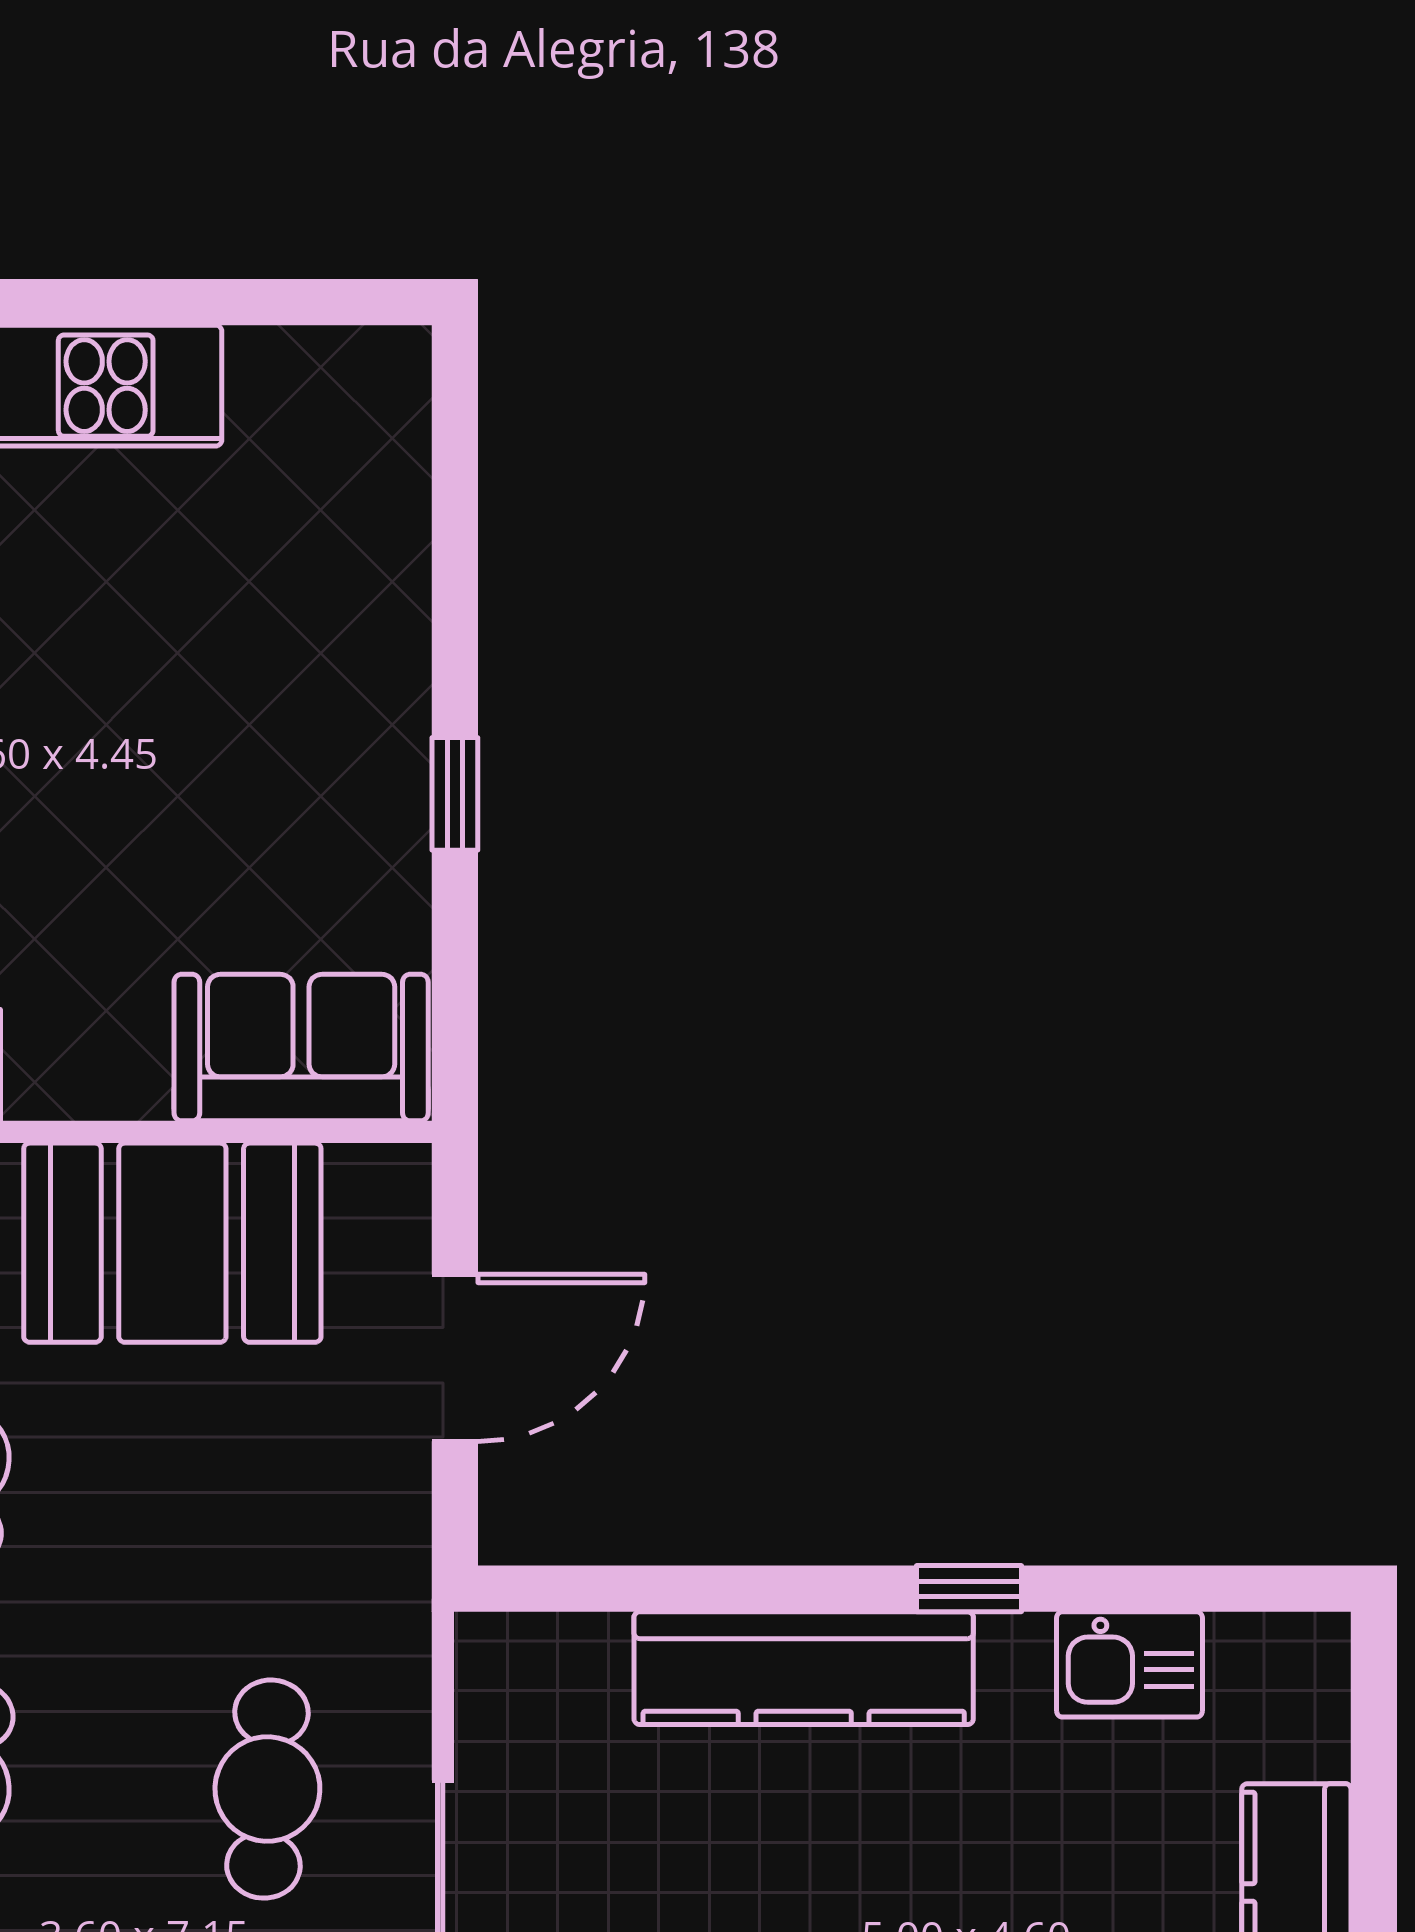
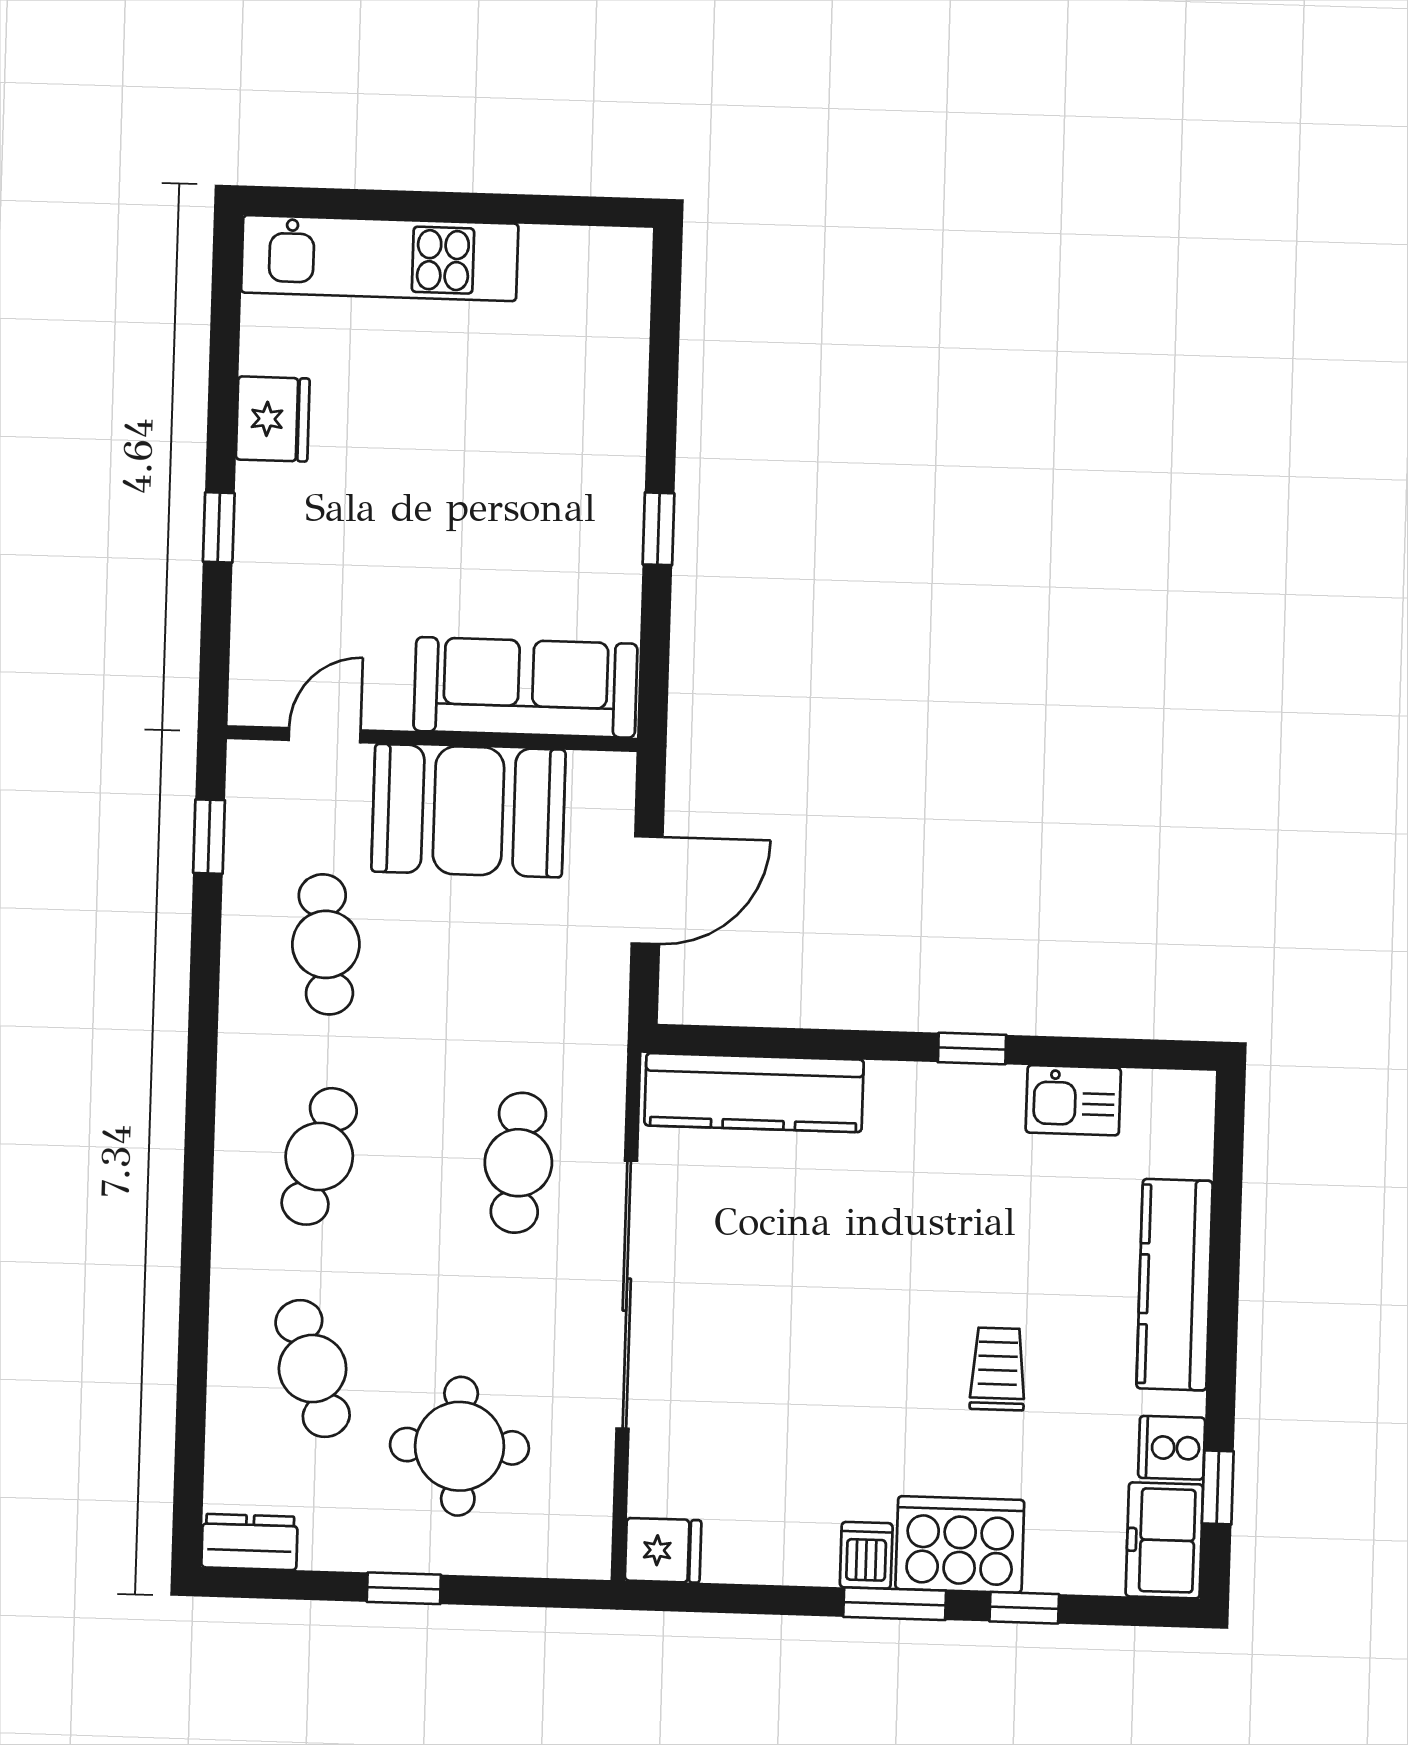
sofa: (301, 1048) -> (526, 687), width x1.36
kitchen counter: (804, 1668) -> (754, 1093), moved

